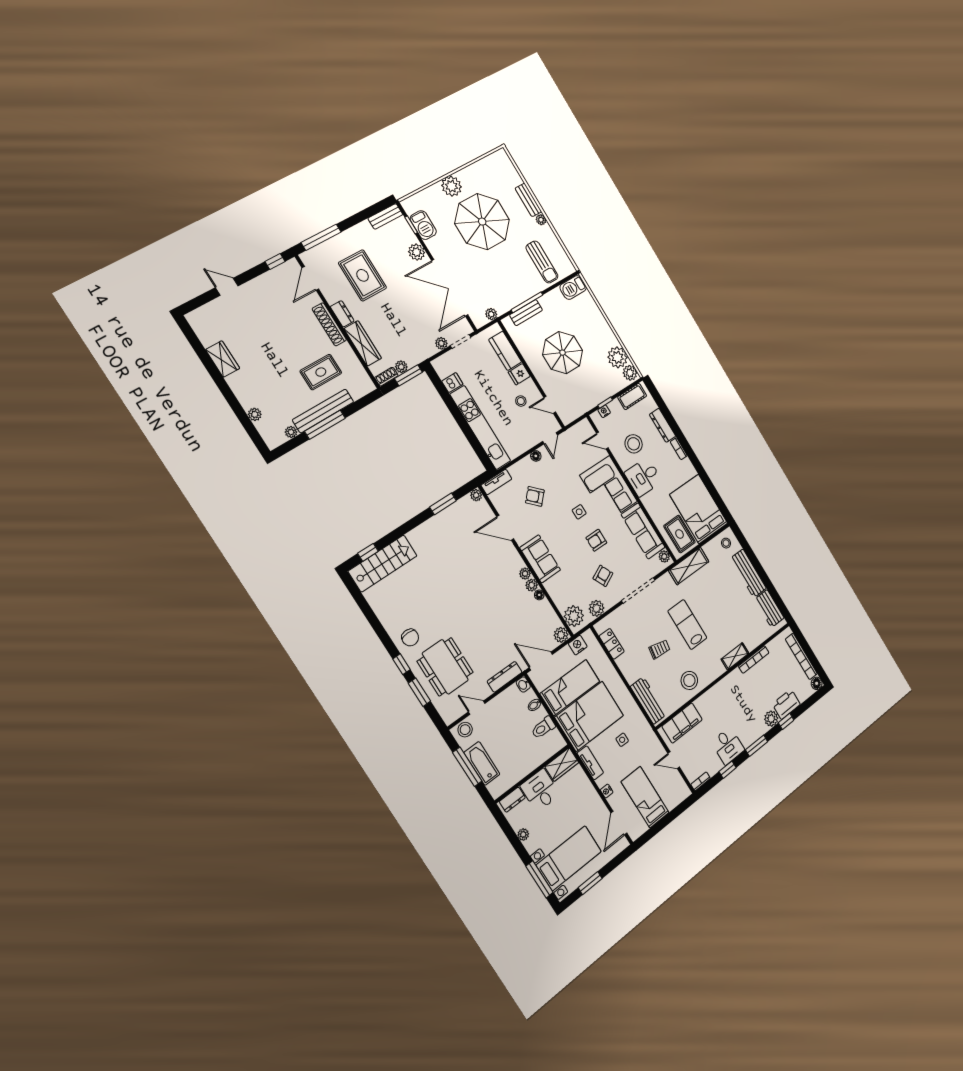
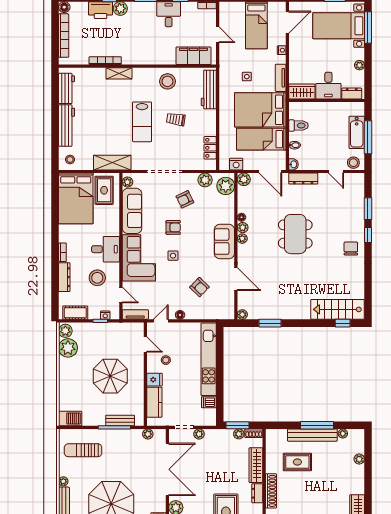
sun lounger: (542, 262) -> (83, 450), turned -90
tv unit: (496, 482) -> (135, 314), moved
dining table: (445, 667) -> (295, 234), moved

